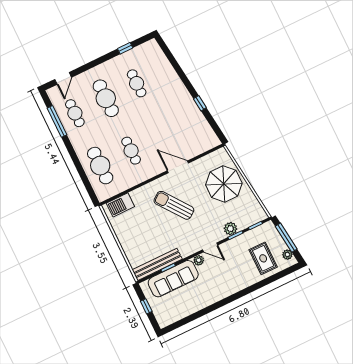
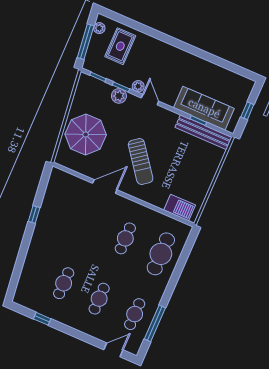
cafe table: (106, 98) -> (99, 299), width x0.73, depth x0.74
door: (178, 167) -> (105, 186), swing flipped
plant: (199, 260) -> (138, 86), moved

